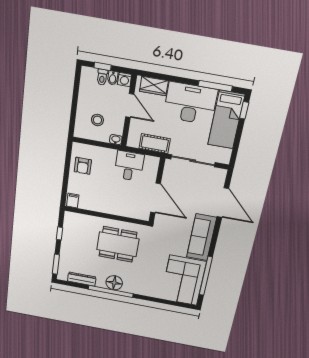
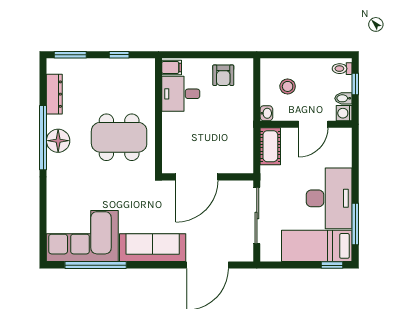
toilet: (102, 77) -> (342, 69), moved
wardrobe: (154, 86) -> (342, 150), removed
cot: (155, 144) -> (270, 146), moved
armchair: (83, 166) -> (223, 75), turned -90
desk: (129, 166) -> (181, 94), moved, turned 180
dining table: (118, 244) -> (119, 137), turned 90

